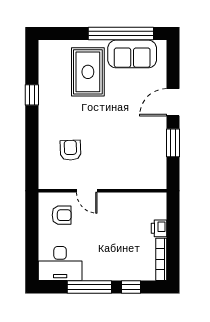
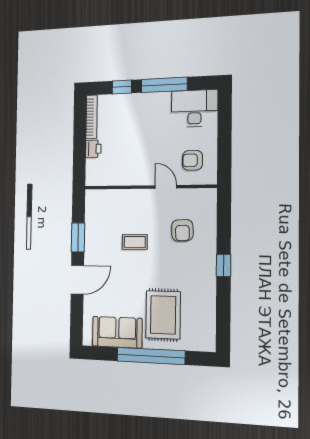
window: (121, 34) -> (151, 356), moved
window: (32, 95) -> (224, 265), moved
coffee table: (116, 139) -> (135, 242), added

